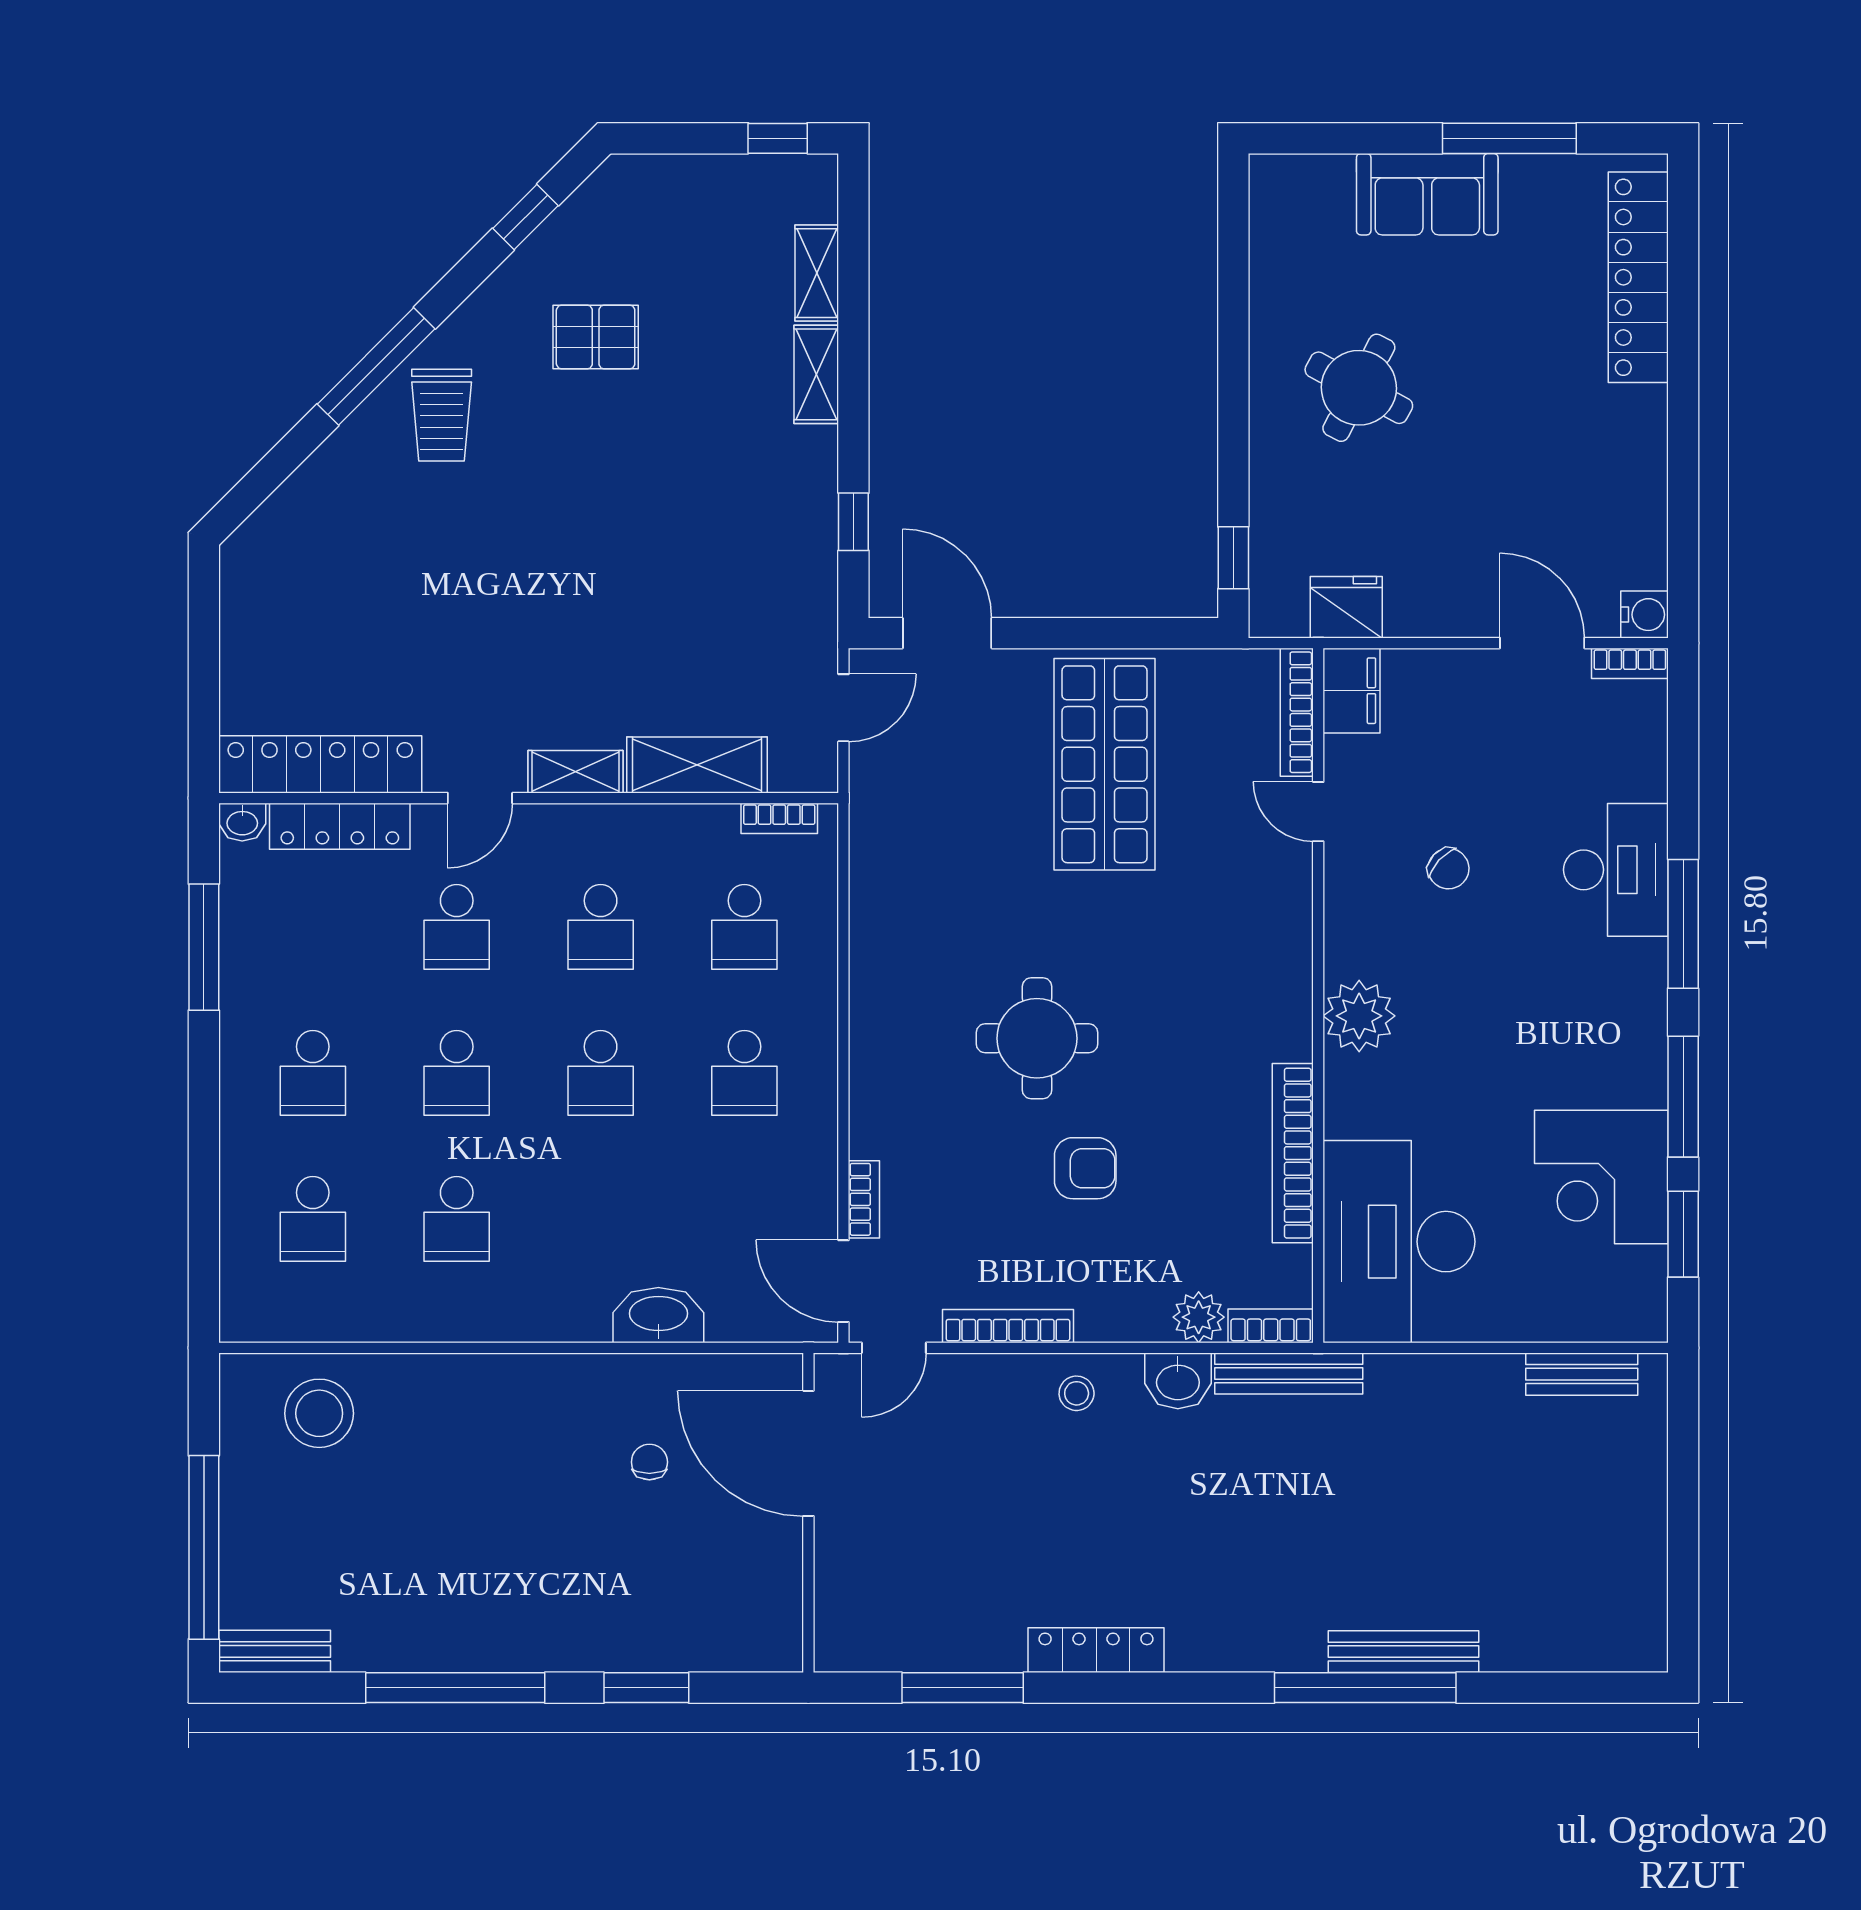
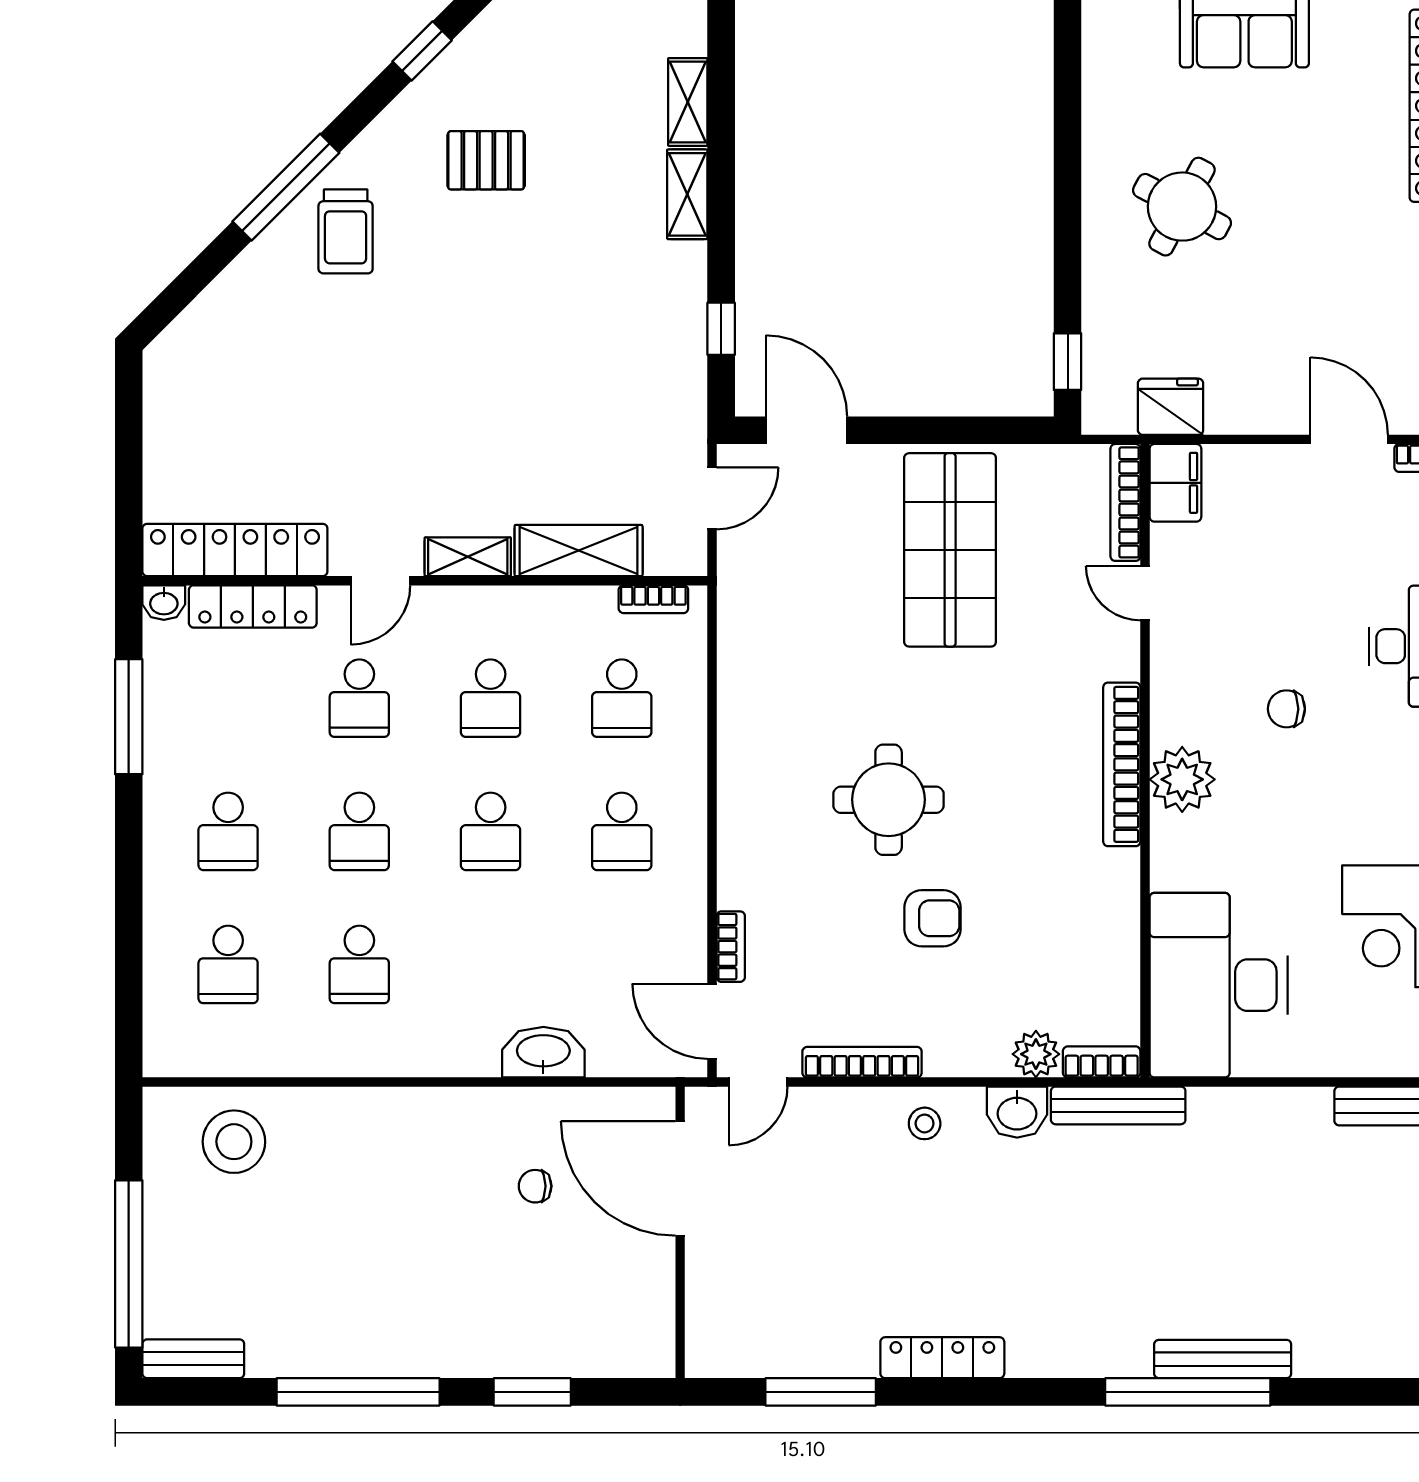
chair: (1448, 869) -> (1286, 709), moved, turned 137
bookcase: (1293, 1153) -> (1122, 764), moved
chair: (649, 1462) -> (535, 1186), turned -90

